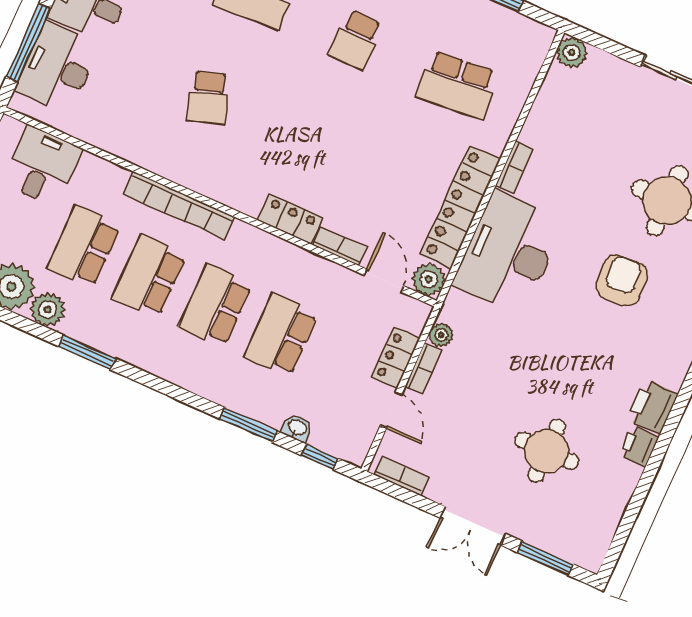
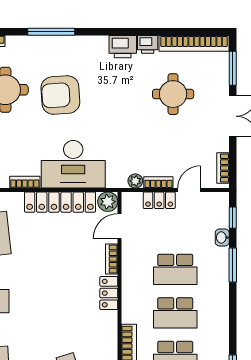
armchair: (622, 280) -> (60, 95), width x1.36, depth x1.36
bookcase: (609, 517) -> (194, 43), added

